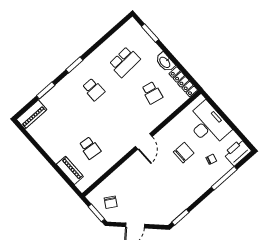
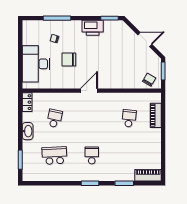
locker: (183, 82) -> (27, 102), width x0.66
printer: (237, 152) -> (93, 28), moved
chair: (111, 202) -> (149, 80), moved

